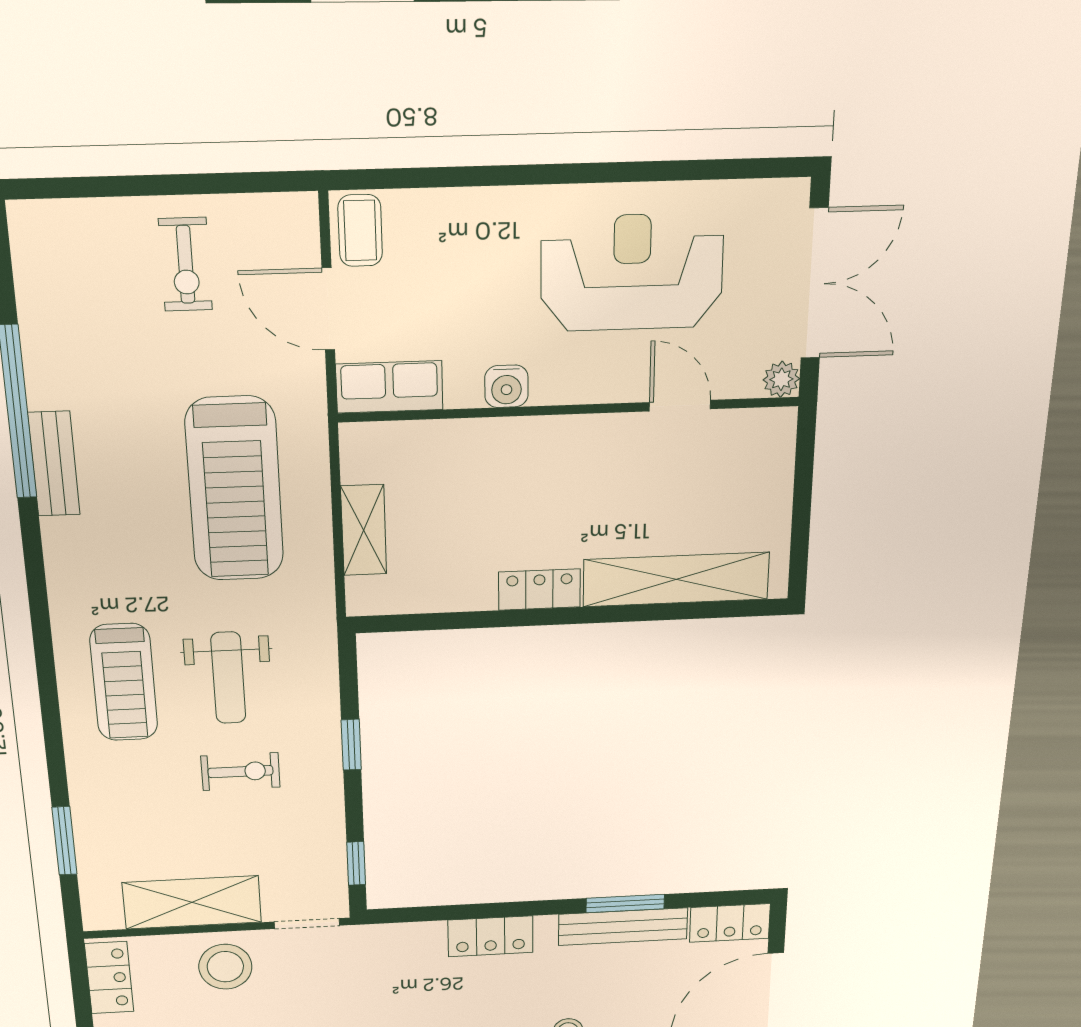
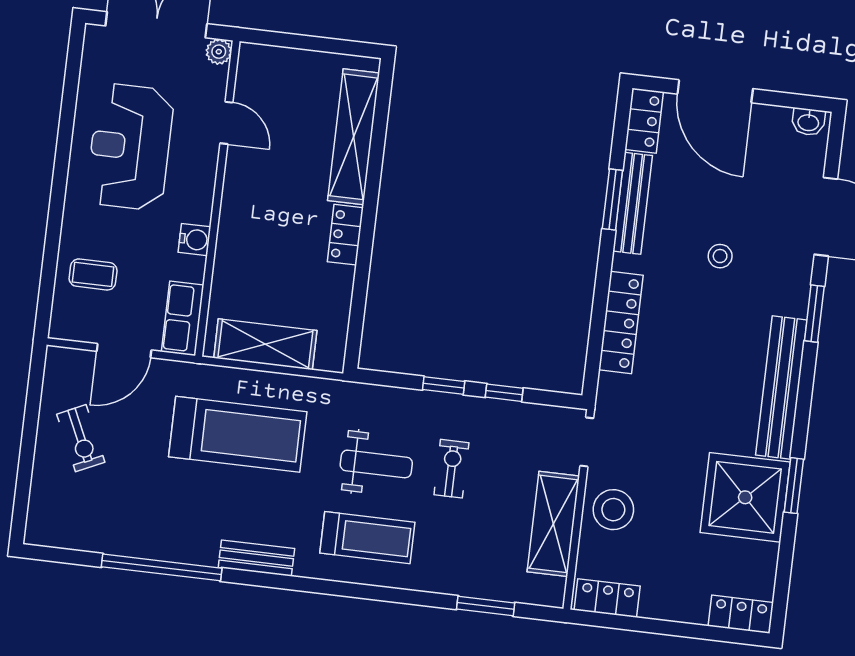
coffee table: (360, 231) -> (93, 274), moved
exercise bike: (185, 264) -> (81, 438), turned 65
door: (680, 406) -> (226, 123), swing flipped
bench: (54, 464) -> (256, 558), moved
shelving: (364, 530) -> (265, 344), width x1.50, depth x1.33
window: (356, 863) -> (504, 393), moved
locker: (490, 936) -> (621, 323), width x1.53

